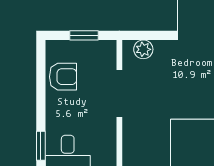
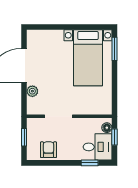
plant: (143, 49) -> (32, 91), moved

